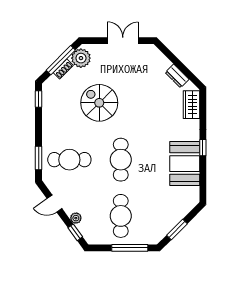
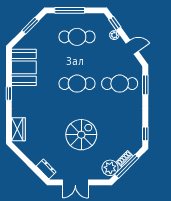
dresser: (177, 76) -> (46, 169), moved
spiral stairs: (99, 103) -> (81, 135), moved, turned -90
cafe table: (121, 160) -> (77, 84), turned 90
booth: (185, 164) -> (24, 67), moved
cafe table: (121, 216) -> (77, 37), turned 90

